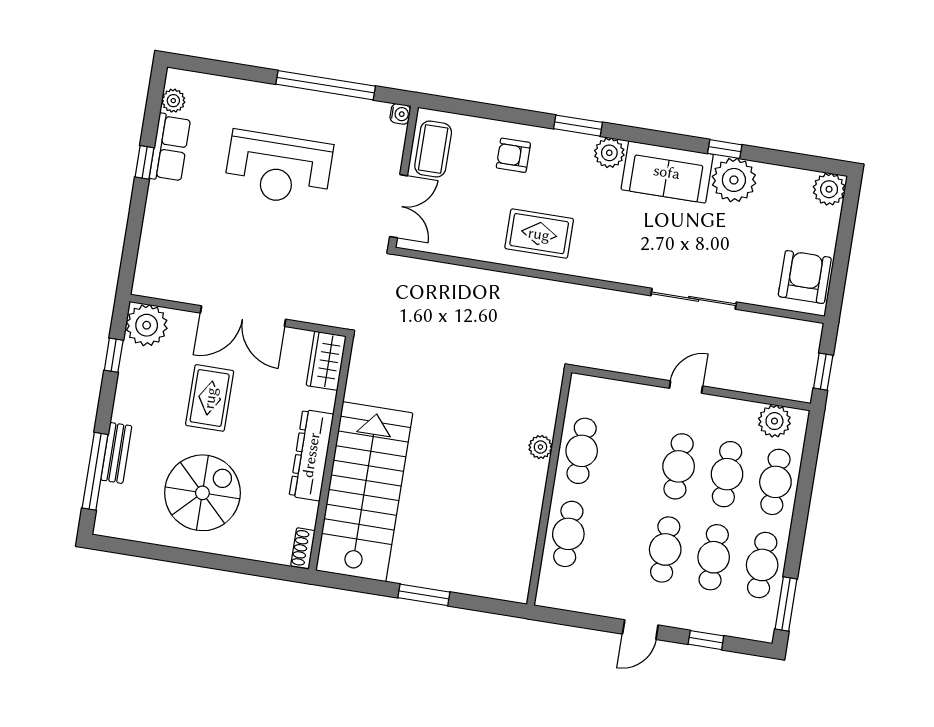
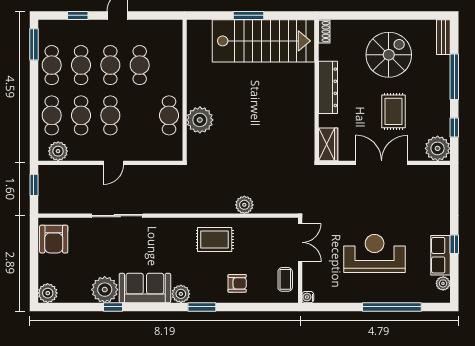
window: (326, 85) -> (392, 307), moved
coffee table: (433, 149) -> (285, 279), width x0.73, depth x0.77
double door: (399, 206) -> (300, 242), swing flipped
plant: (481, 283) -> (244, 205), added
plant: (540, 447) -> (200, 120), width x1.87, depth x1.87
bench: (116, 453) -> (443, 37), moved
window: (95, 471) -> (454, 77), moved
stairs: (364, 492) -> (264, 41), moved, turned -90
spiral stairs: (202, 493) -> (389, 55), turned 180
cafe table: (568, 534) -> (140, 65), moved

